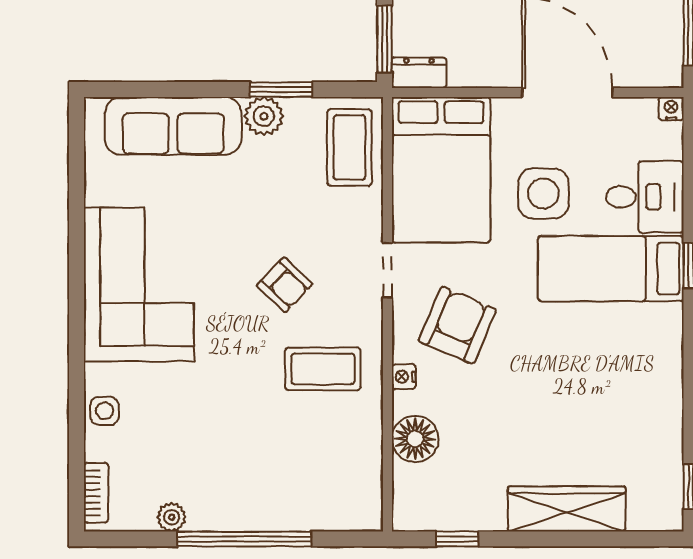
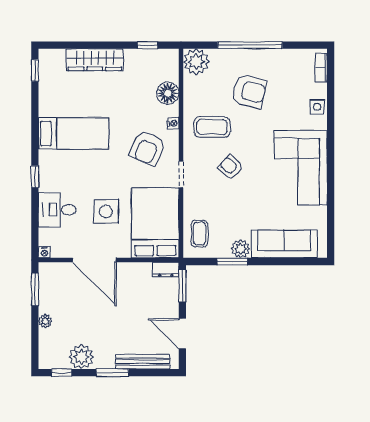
coffee table: (349, 147) -> (199, 234), width x0.73, depth x0.77
bed: (611, 269) -> (73, 133), moved
armchair: (246, 443) -> (249, 91), added
plant: (172, 517) -> (196, 62), moved, width x1.88, depth x1.88

